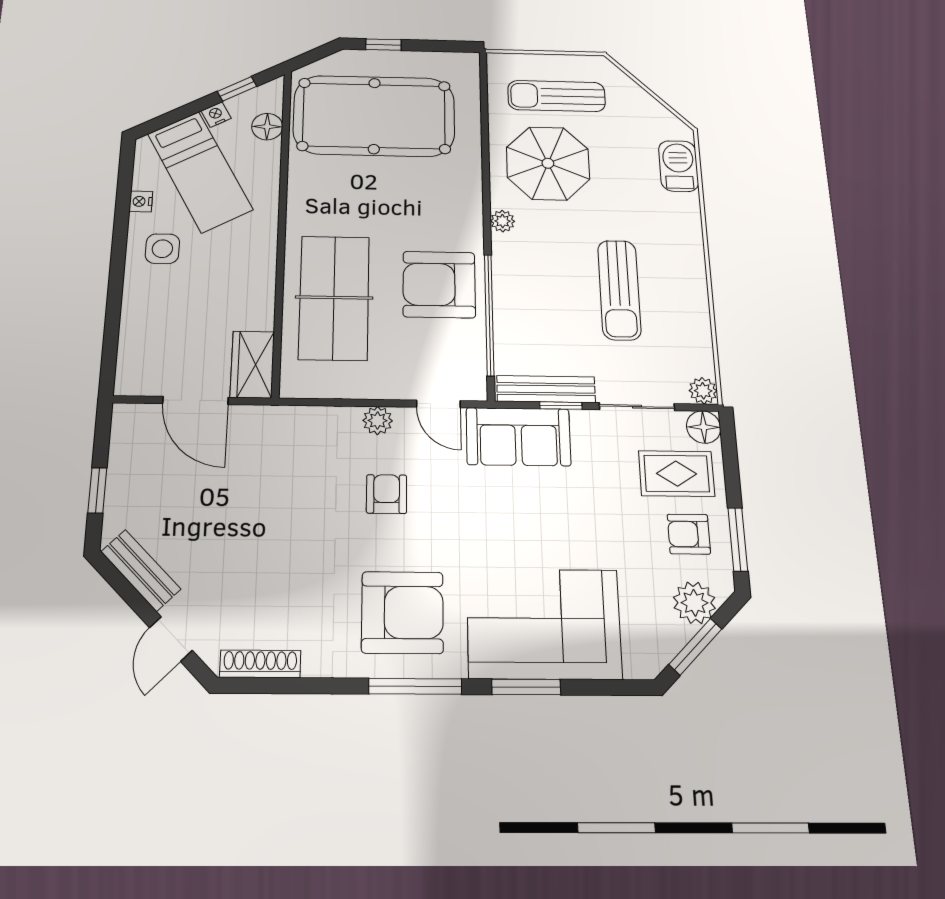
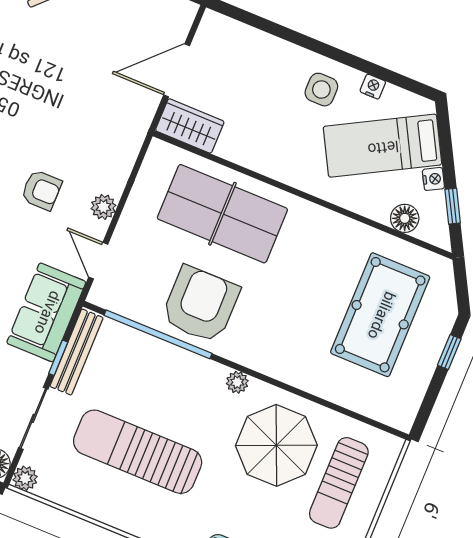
sun lounger: (557, 96) -> (339, 483), turned 180
pool table: (374, 116) -> (380, 315), width x0.73, depth x0.76
sun lounger: (619, 290) -> (138, 452), width x1.36, depth x1.34
door: (438, 404) -> (98, 261), hinge flipped

